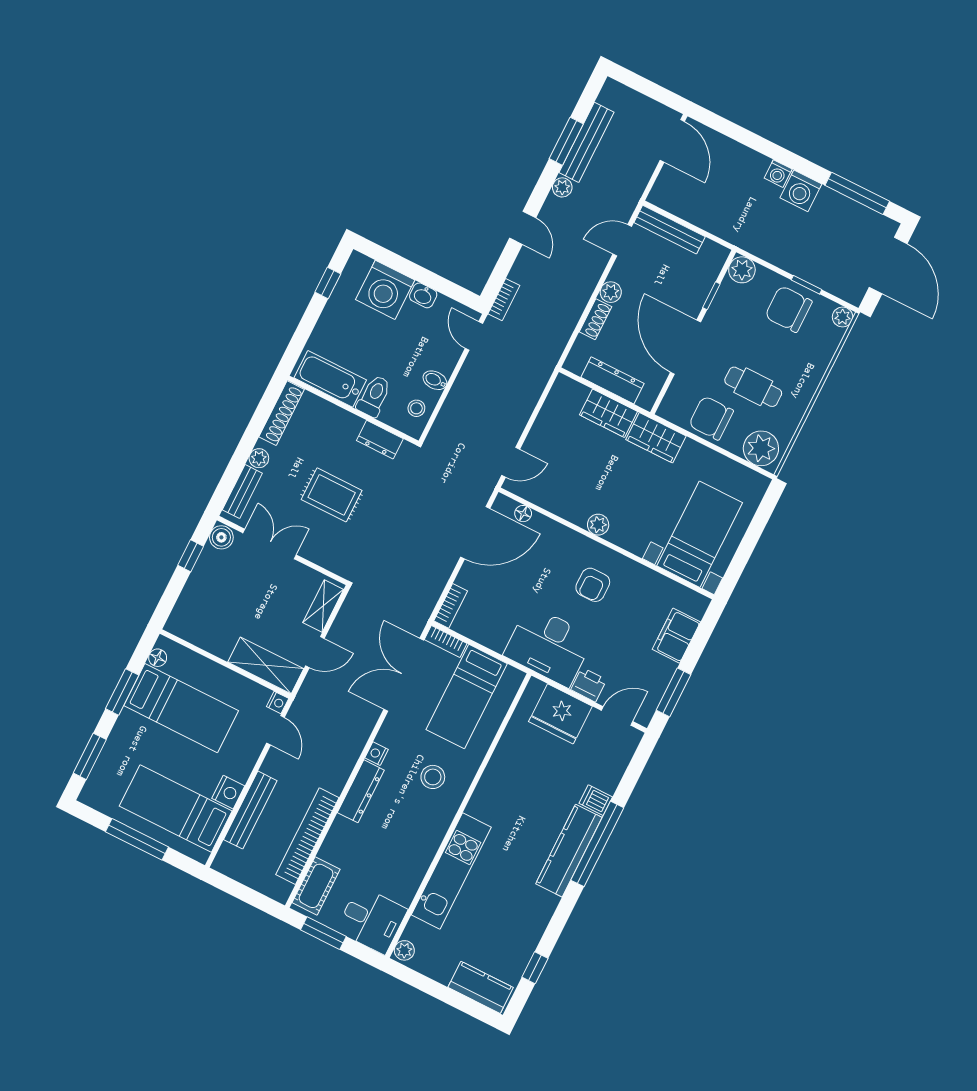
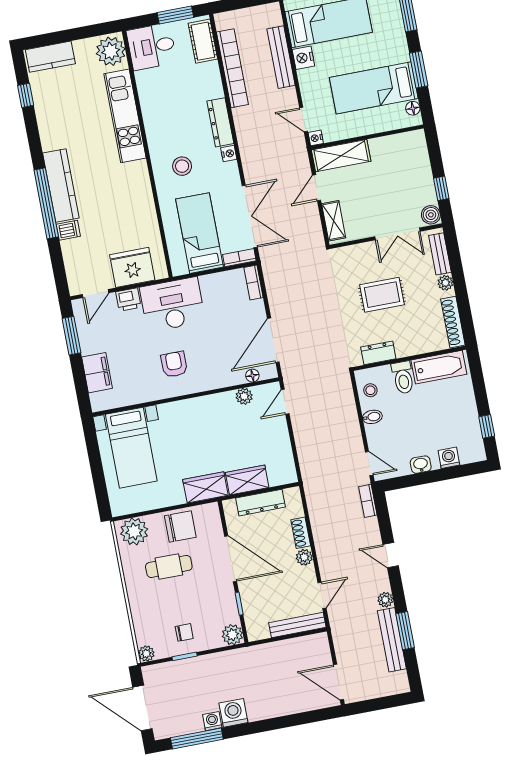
washing machine: (778, 174) -> (212, 721), moved
washing machine: (385, 290) -> (449, 458), width x0.53, depth x0.53
chair: (789, 309) -> (184, 632), width x0.54, depth x0.54
plant: (598, 525) -> (244, 396), moved
plant: (404, 950) -> (111, 51), width x1.88, depth x1.88

